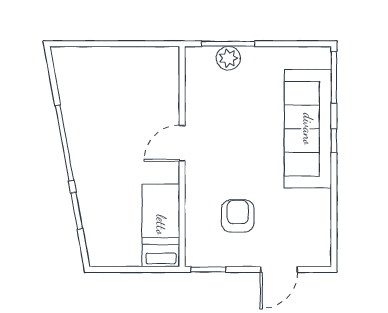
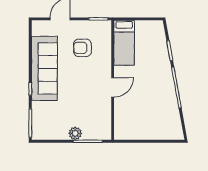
plant: (228, 58) -> (75, 133), moved
sofa: (308, 129) -> (44, 68), moved
armchair: (238, 216) -> (82, 48), turned 90

